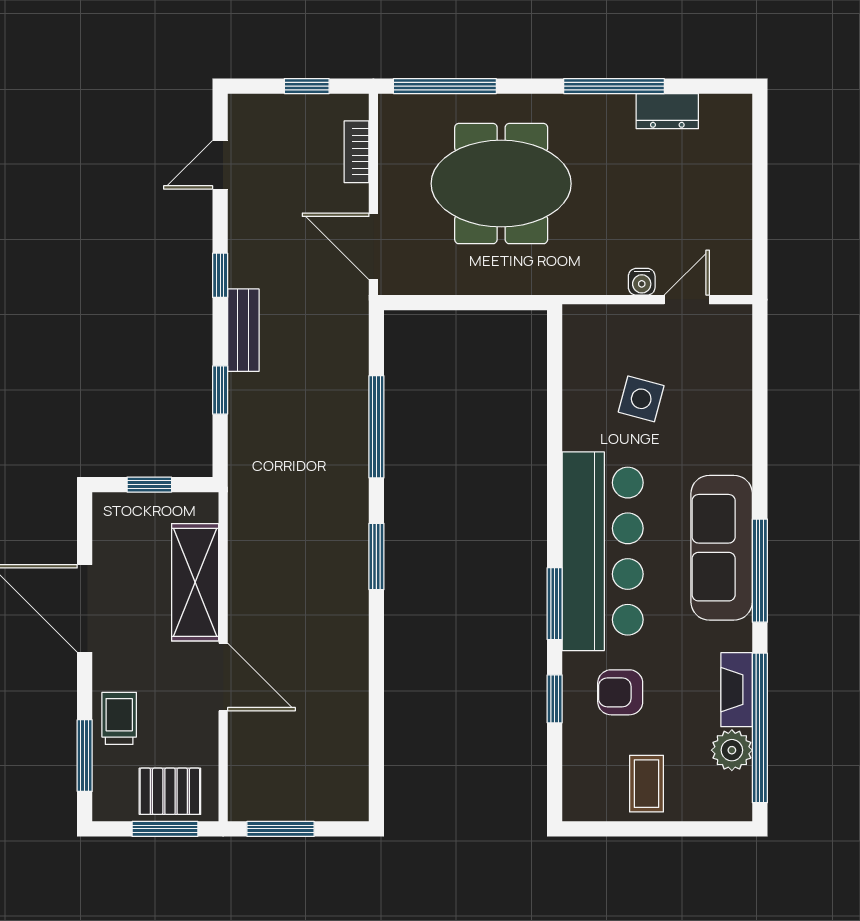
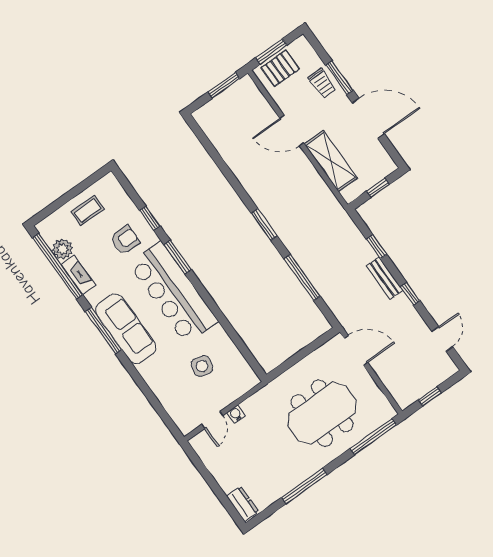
dresser: (667, 111) -> (243, 504), moved, turned 90
bookcase: (357, 152) -> (390, 384), removed
window: (85, 756) -> (339, 78), moved
coffee table: (646, 784) -> (88, 210), turned 90

